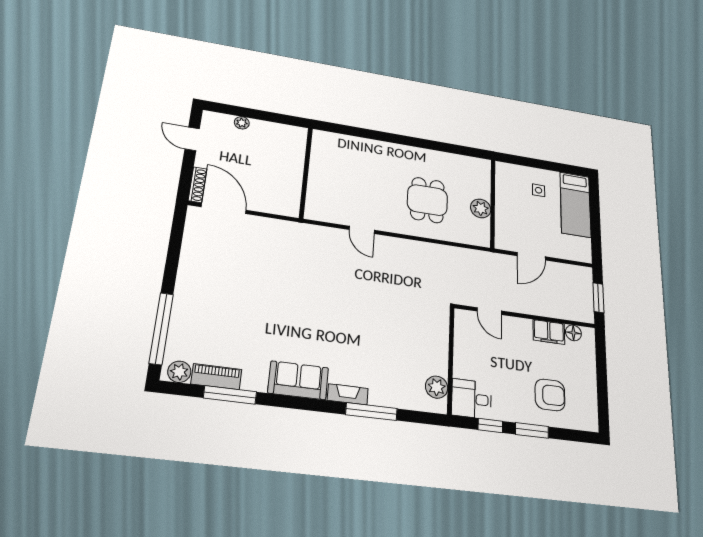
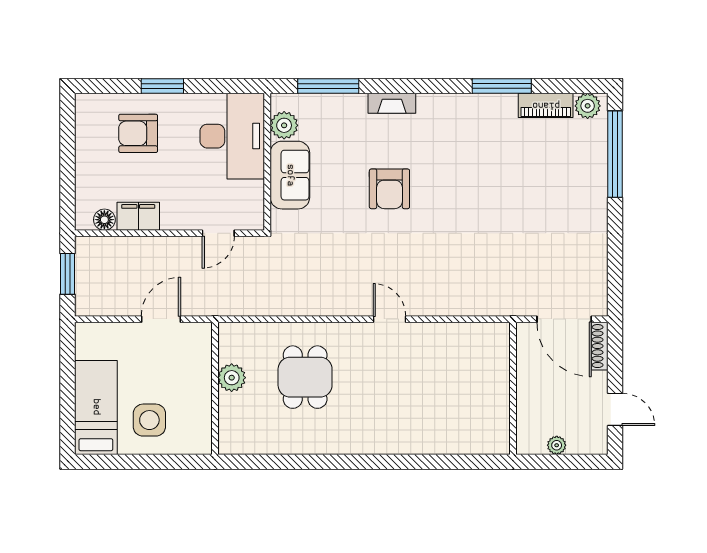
wall: (306, 172) -> (513, 388), moved
side table: (539, 190) -> (149, 420), width x1.87, depth x1.87
door: (489, 311) -> (218, 233), swing flipped
armchair: (355, 326) -> (389, 189), added
sofa: (298, 380) -> (290, 175), moved, turned -90
window: (230, 395) -> (502, 86), moved
desk: (472, 399) -> (232, 136), width x1.87, depth x1.30
window: (371, 412) -> (328, 86), moved
window: (490, 425) -> (216, 86), removed

